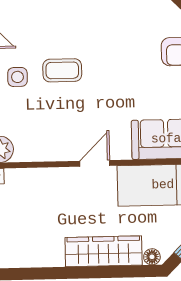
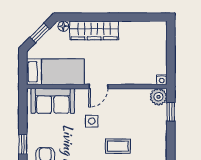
side table: (17, 77) -> (92, 121), moved

